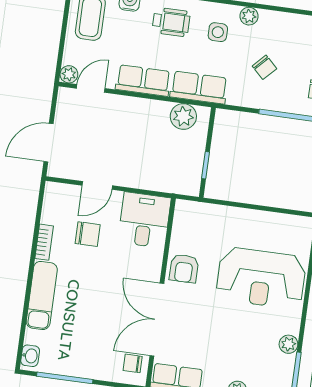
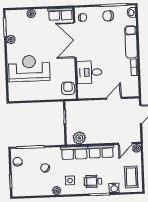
desk: (144, 220) -> (89, 72), moved, turned 90
chair: (88, 234) -> (108, 16), moved
armchair: (184, 269) -> (68, 88), moved
double door: (157, 320) -> (75, 40), swing flipped

